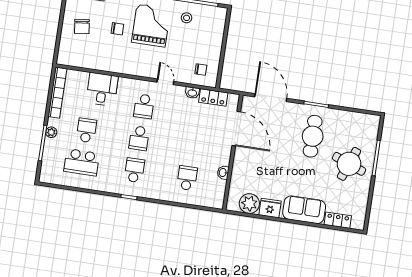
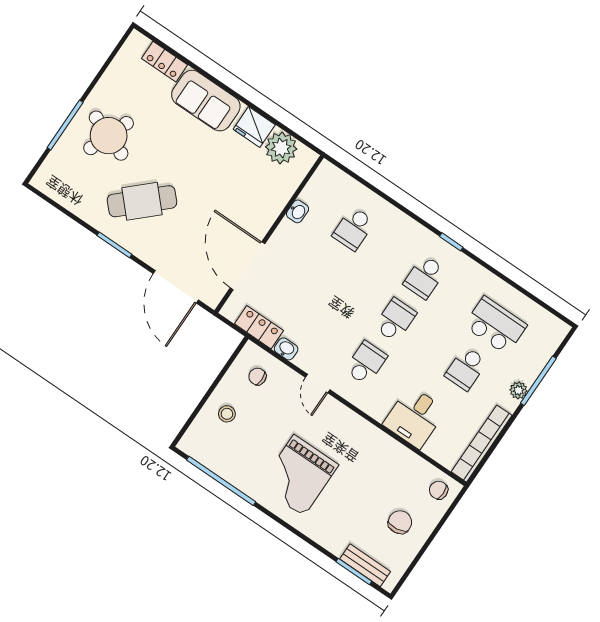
stool: (187, 18) -> (227, 414), moved
chair: (117, 29) -> (439, 490), moved
cafe table: (313, 136) -> (142, 201), turned 47

